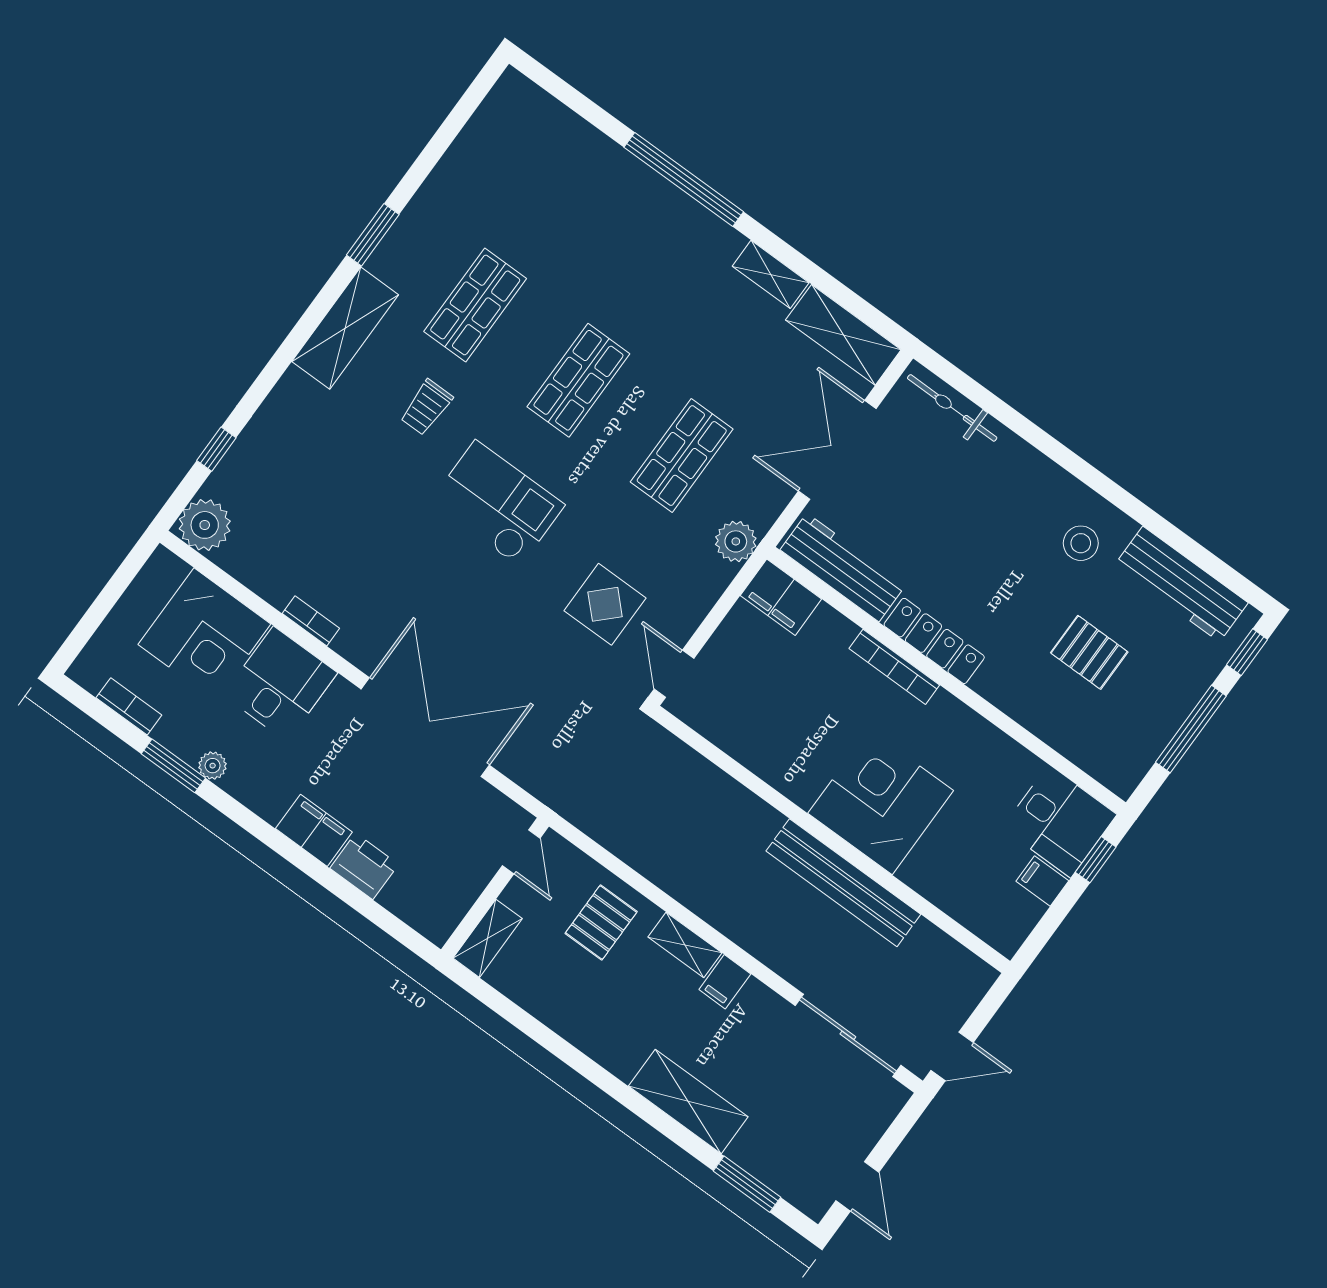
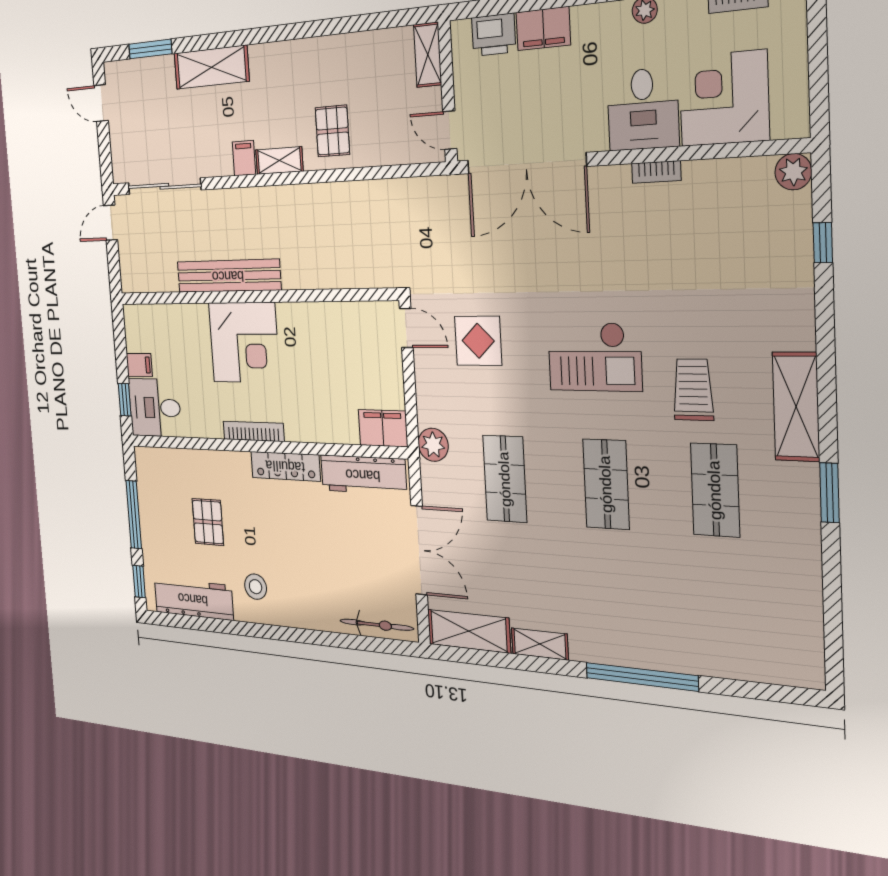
trolley: (426, 407) -> (693, 390), width x1.36, depth x1.39
plant: (205, 525) -> (793, 172), width x0.73, depth x0.73
pallet: (1089, 652) -> (208, 522), turned 90
bookcase: (894, 667) -> (253, 431), moved
door: (521, 852) -> (450, 130), moved
wall: (495, 888) -> (448, 92), moved
shelving: (488, 938) -> (428, 55), moved

